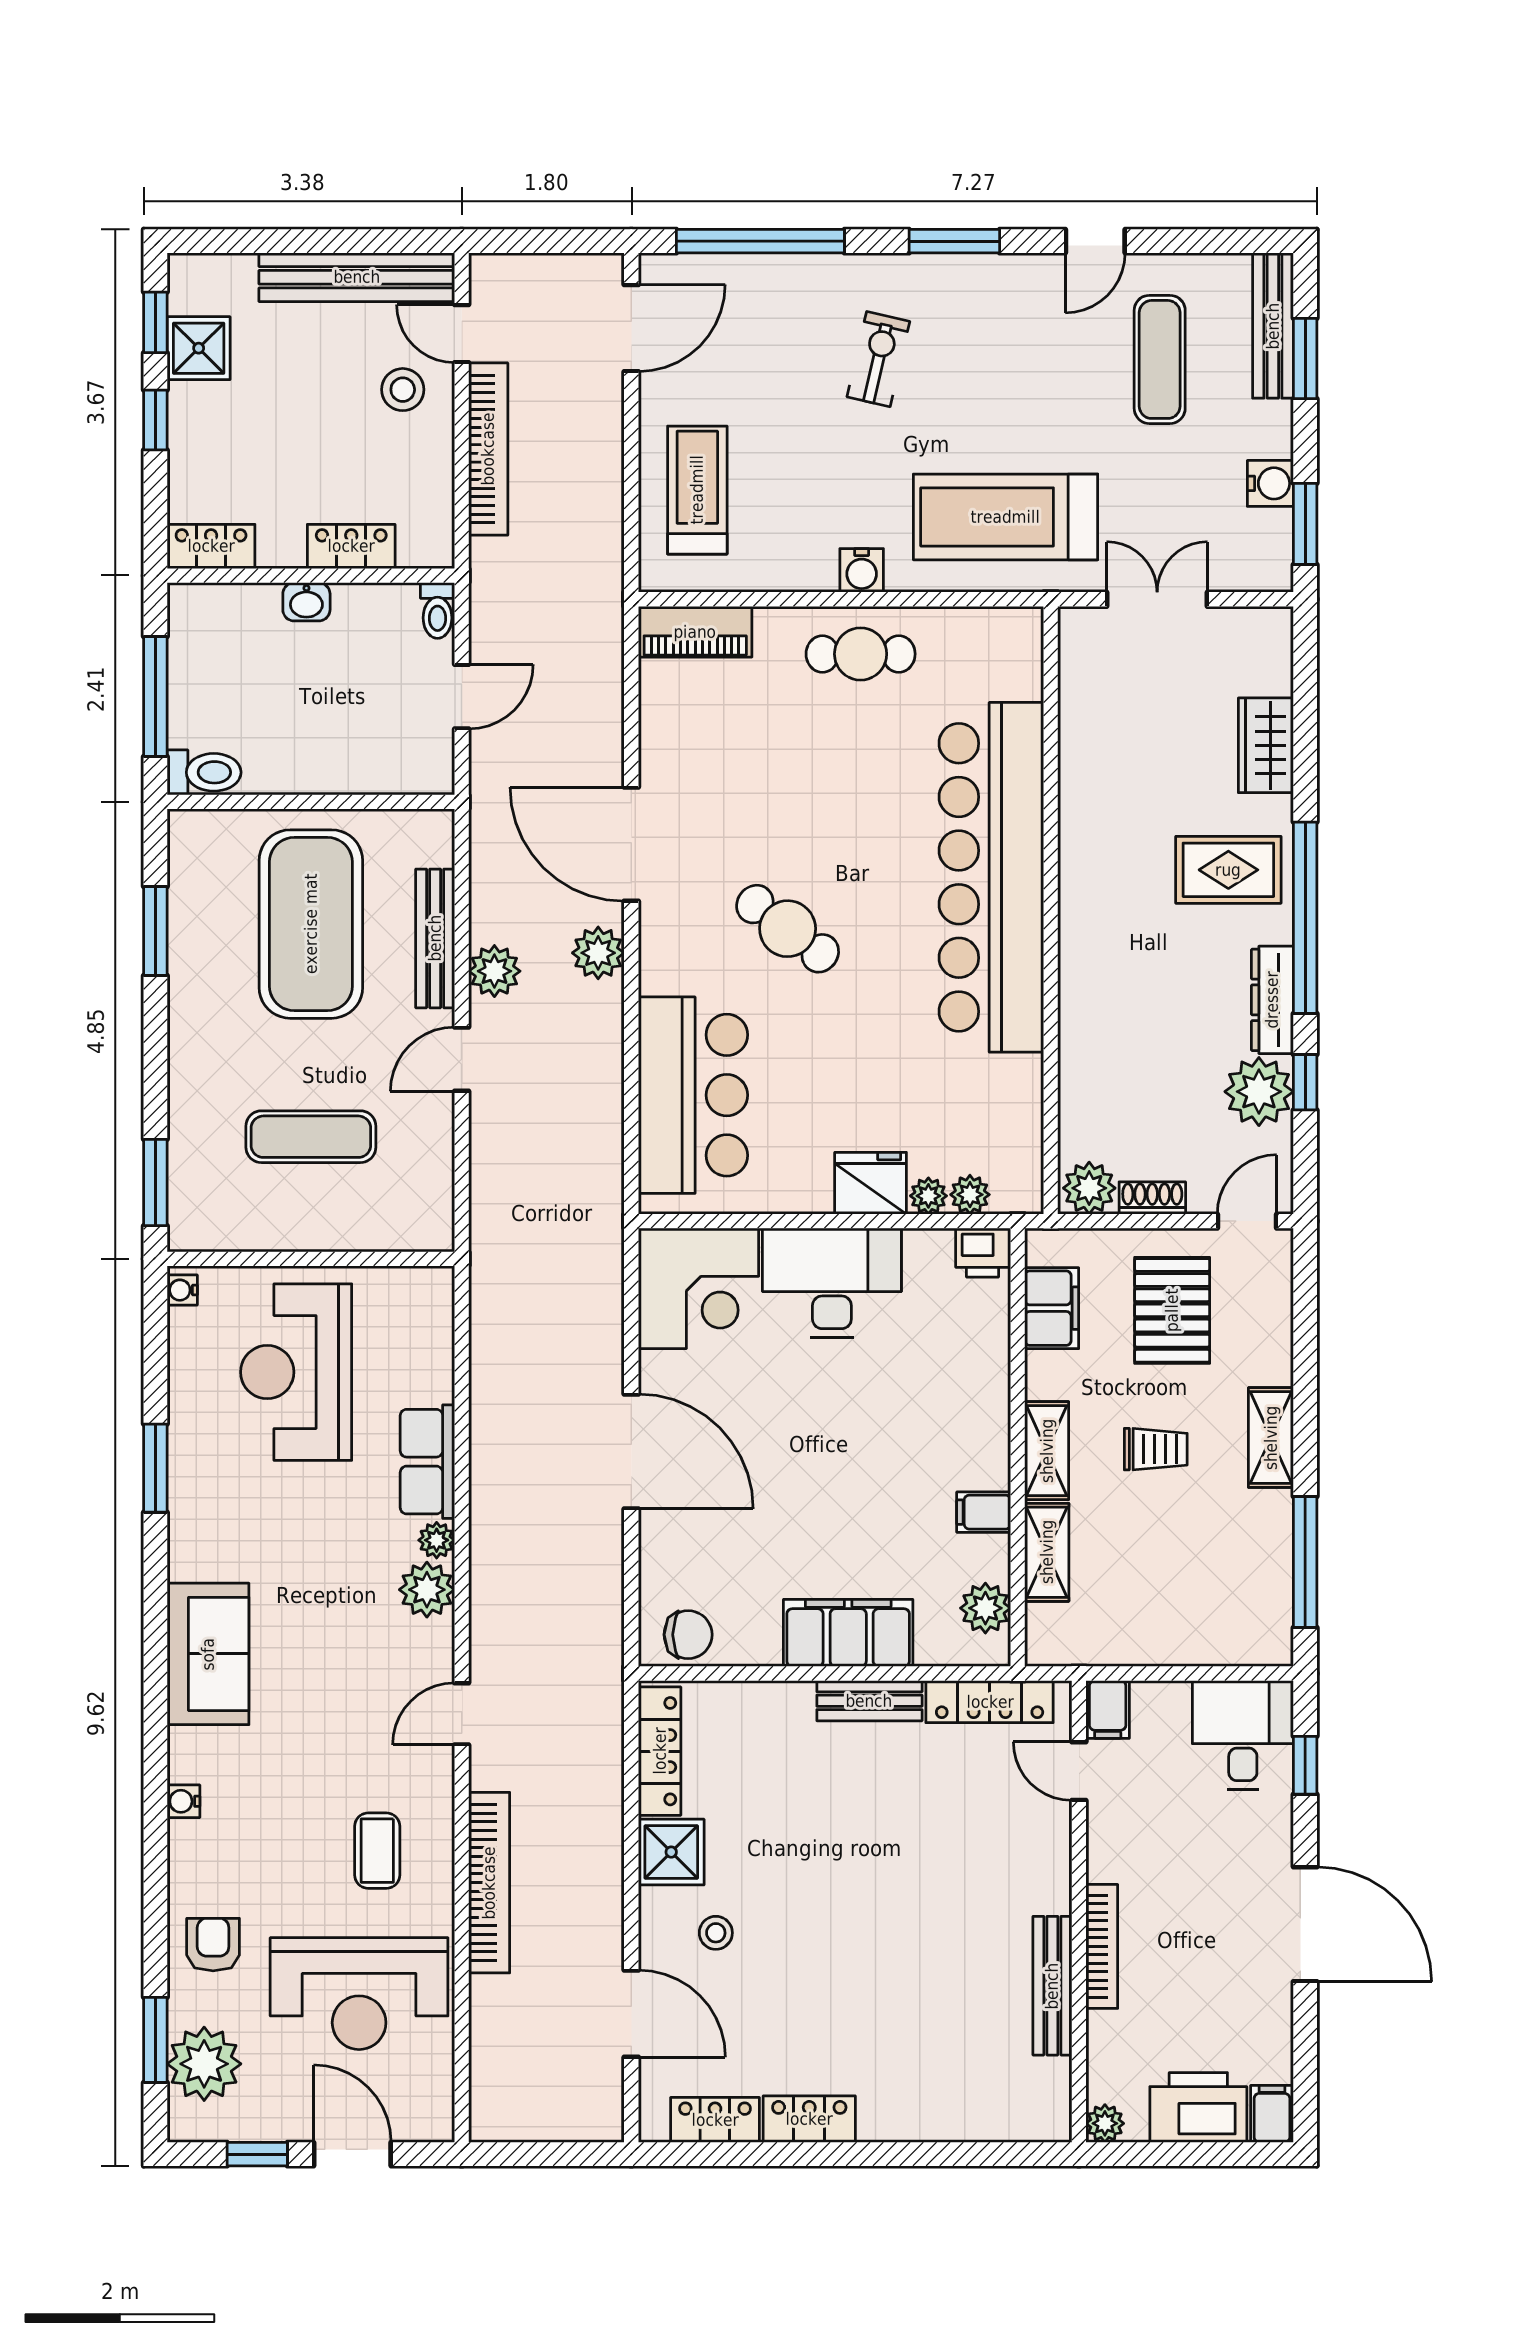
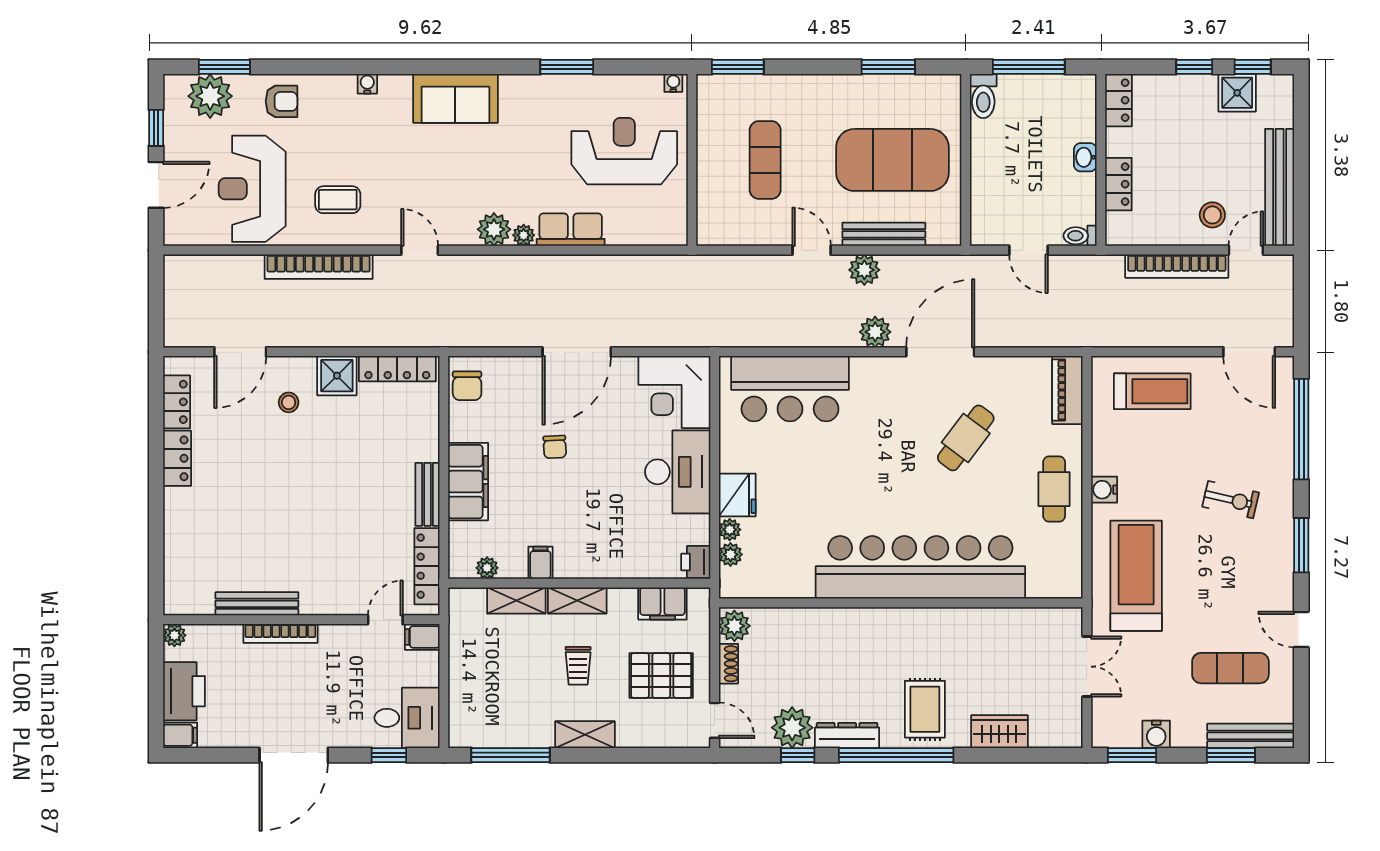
cafe table: (788, 929) -> (966, 438), moved
chair: (790, 1488) -> (555, 447), added
plant: (985, 1608) -> (487, 568), width x0.73, depth x0.73

